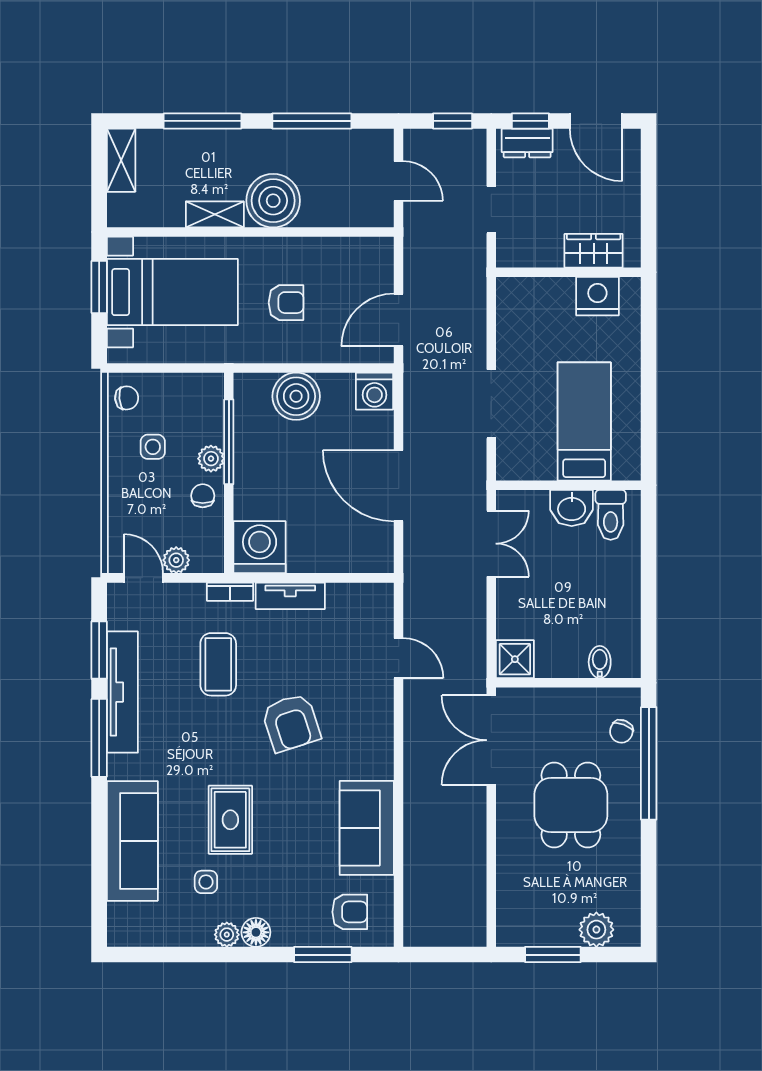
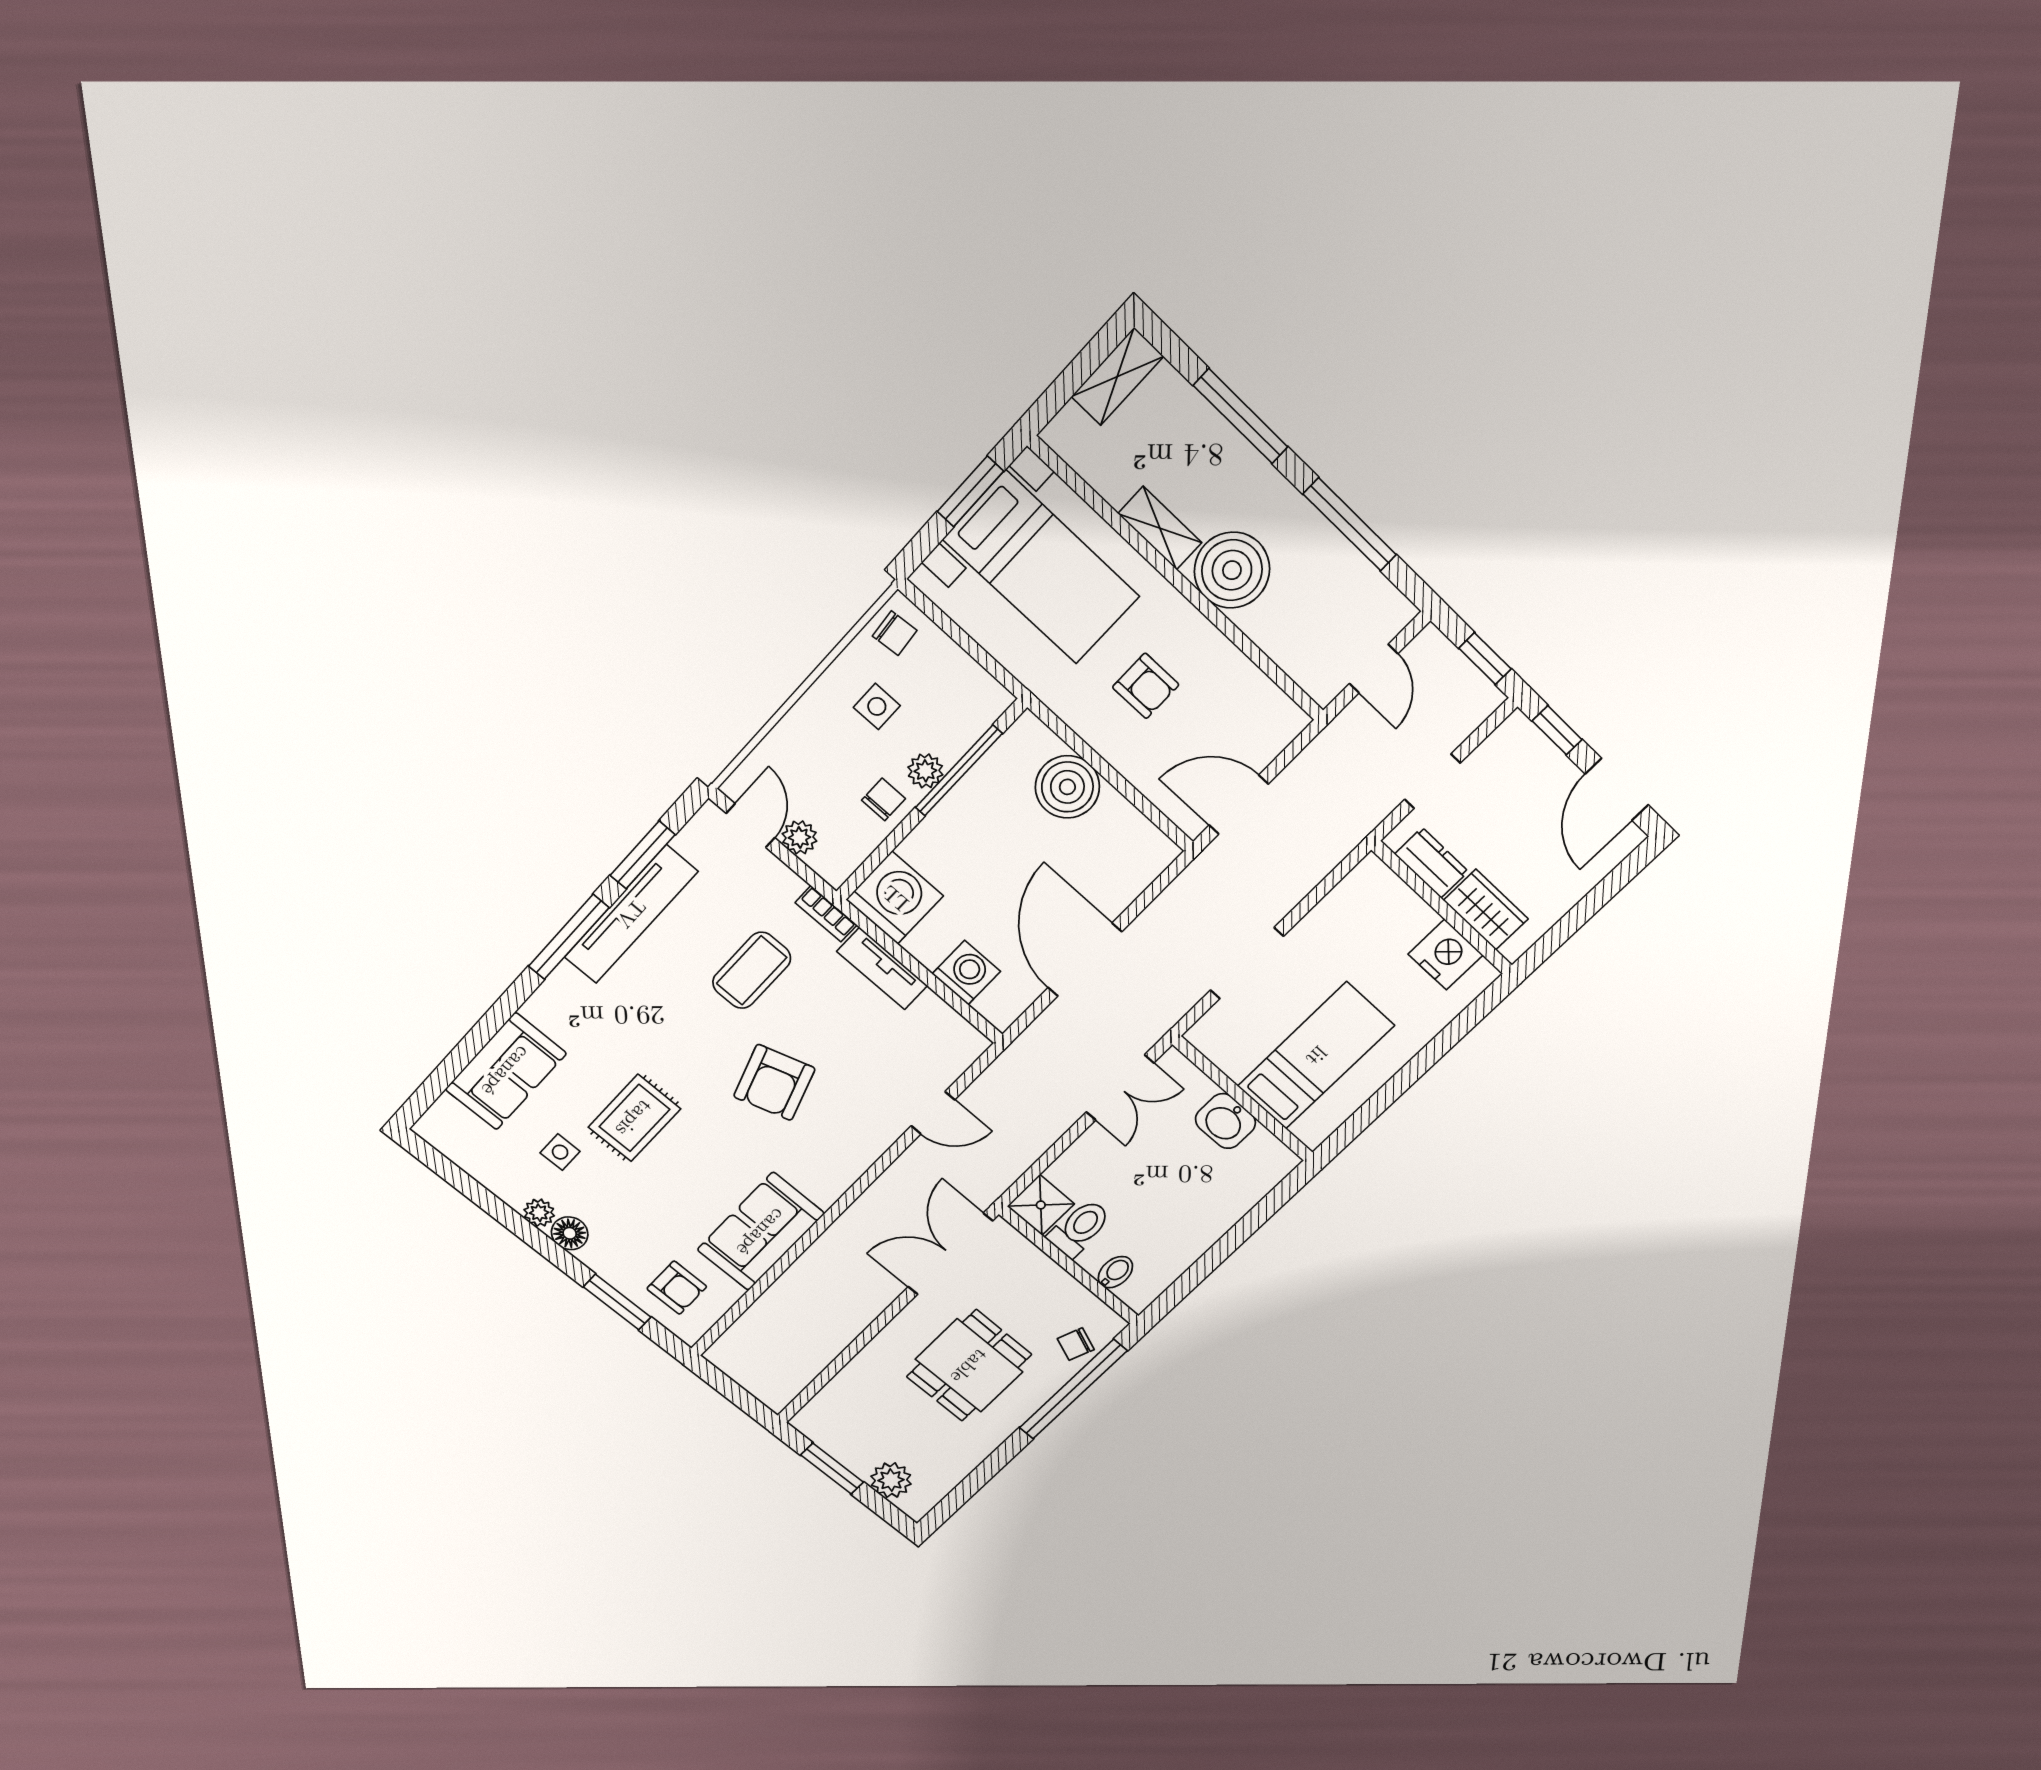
dresser: (527, 143) -> (1432, 863), moved, turned 180
washing machine: (374, 391) -> (966, 973), moved, turned 180
toilet: (611, 515) -> (1080, 1228), moved, turned 180
door: (399, 658) -> (933, 1113), hinge flipped
sofa: (132, 841) -> (506, 1071), width x0.73

